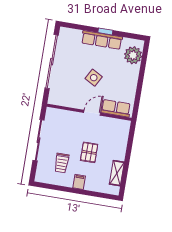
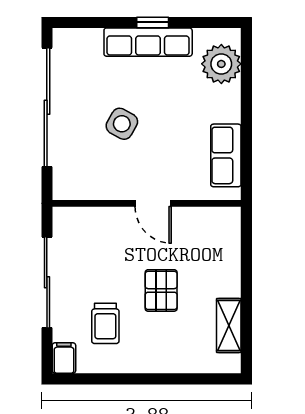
side table: (94, 78) -> (122, 124), moved
row of seats: (116, 108) -> (226, 155), moved, turned -90
door: (92, 113) -> (153, 203), swing flipped
filing cabinet: (79, 182) -> (64, 358), moved

